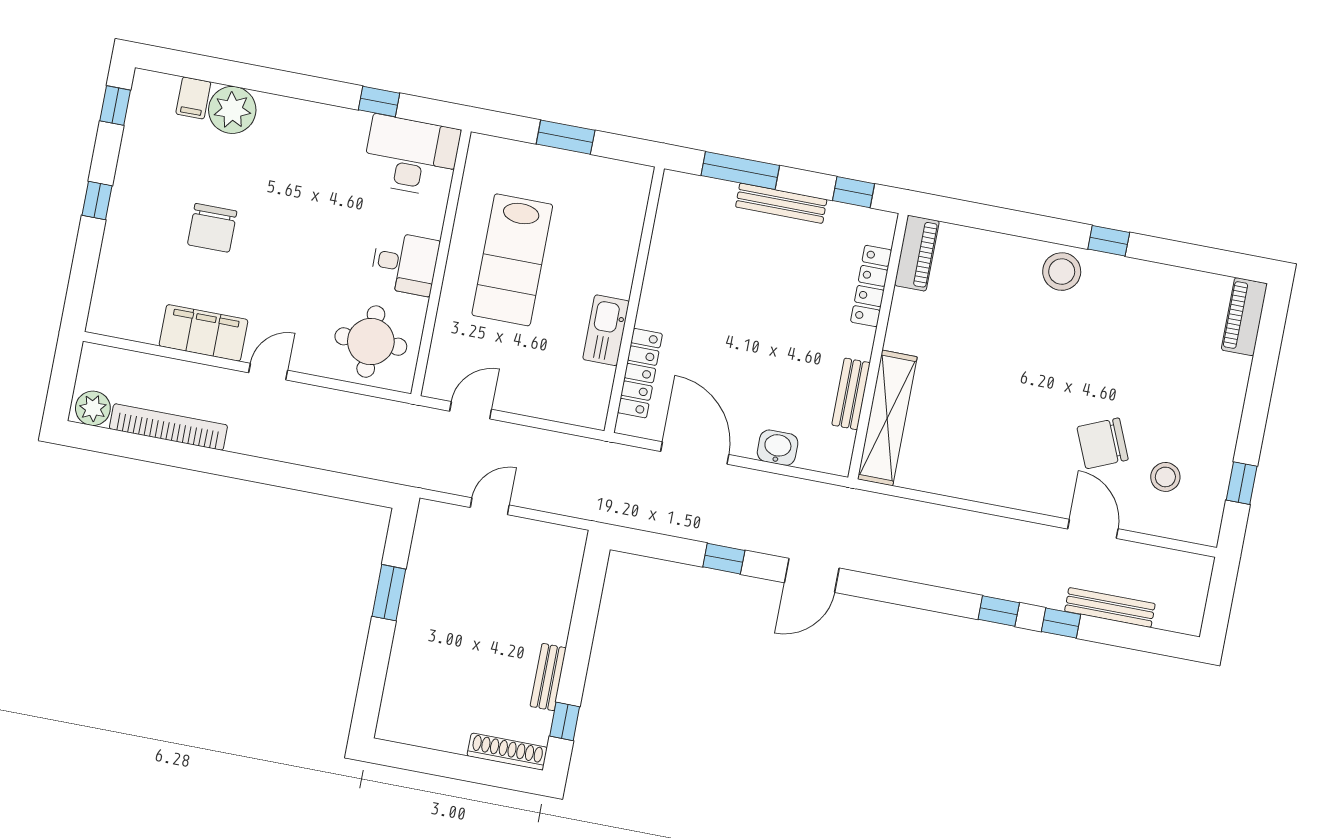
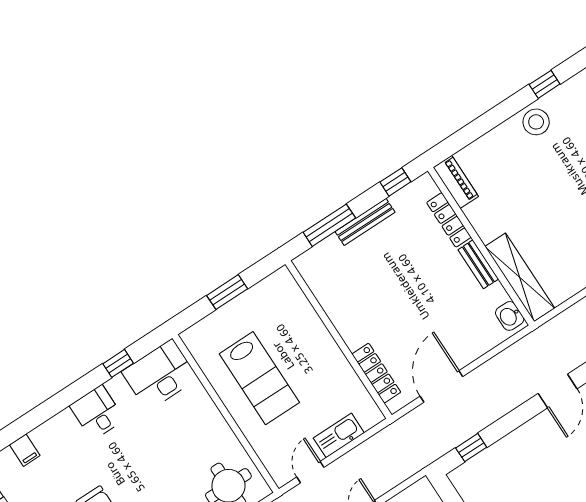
plant: (232, 110) -> (50, 438), removed
desk: (405, 263) -> (97, 413), moved, turned -90
kitchen sink: (606, 330) -> (339, 435), moved, turned 90
bench: (851, 394) -> (478, 264), moved
washbasin: (778, 448) -> (510, 316), moved, turned -90
door: (695, 453) -> (441, 386), hinge flipped
window: (724, 559) -> (471, 448), moved

